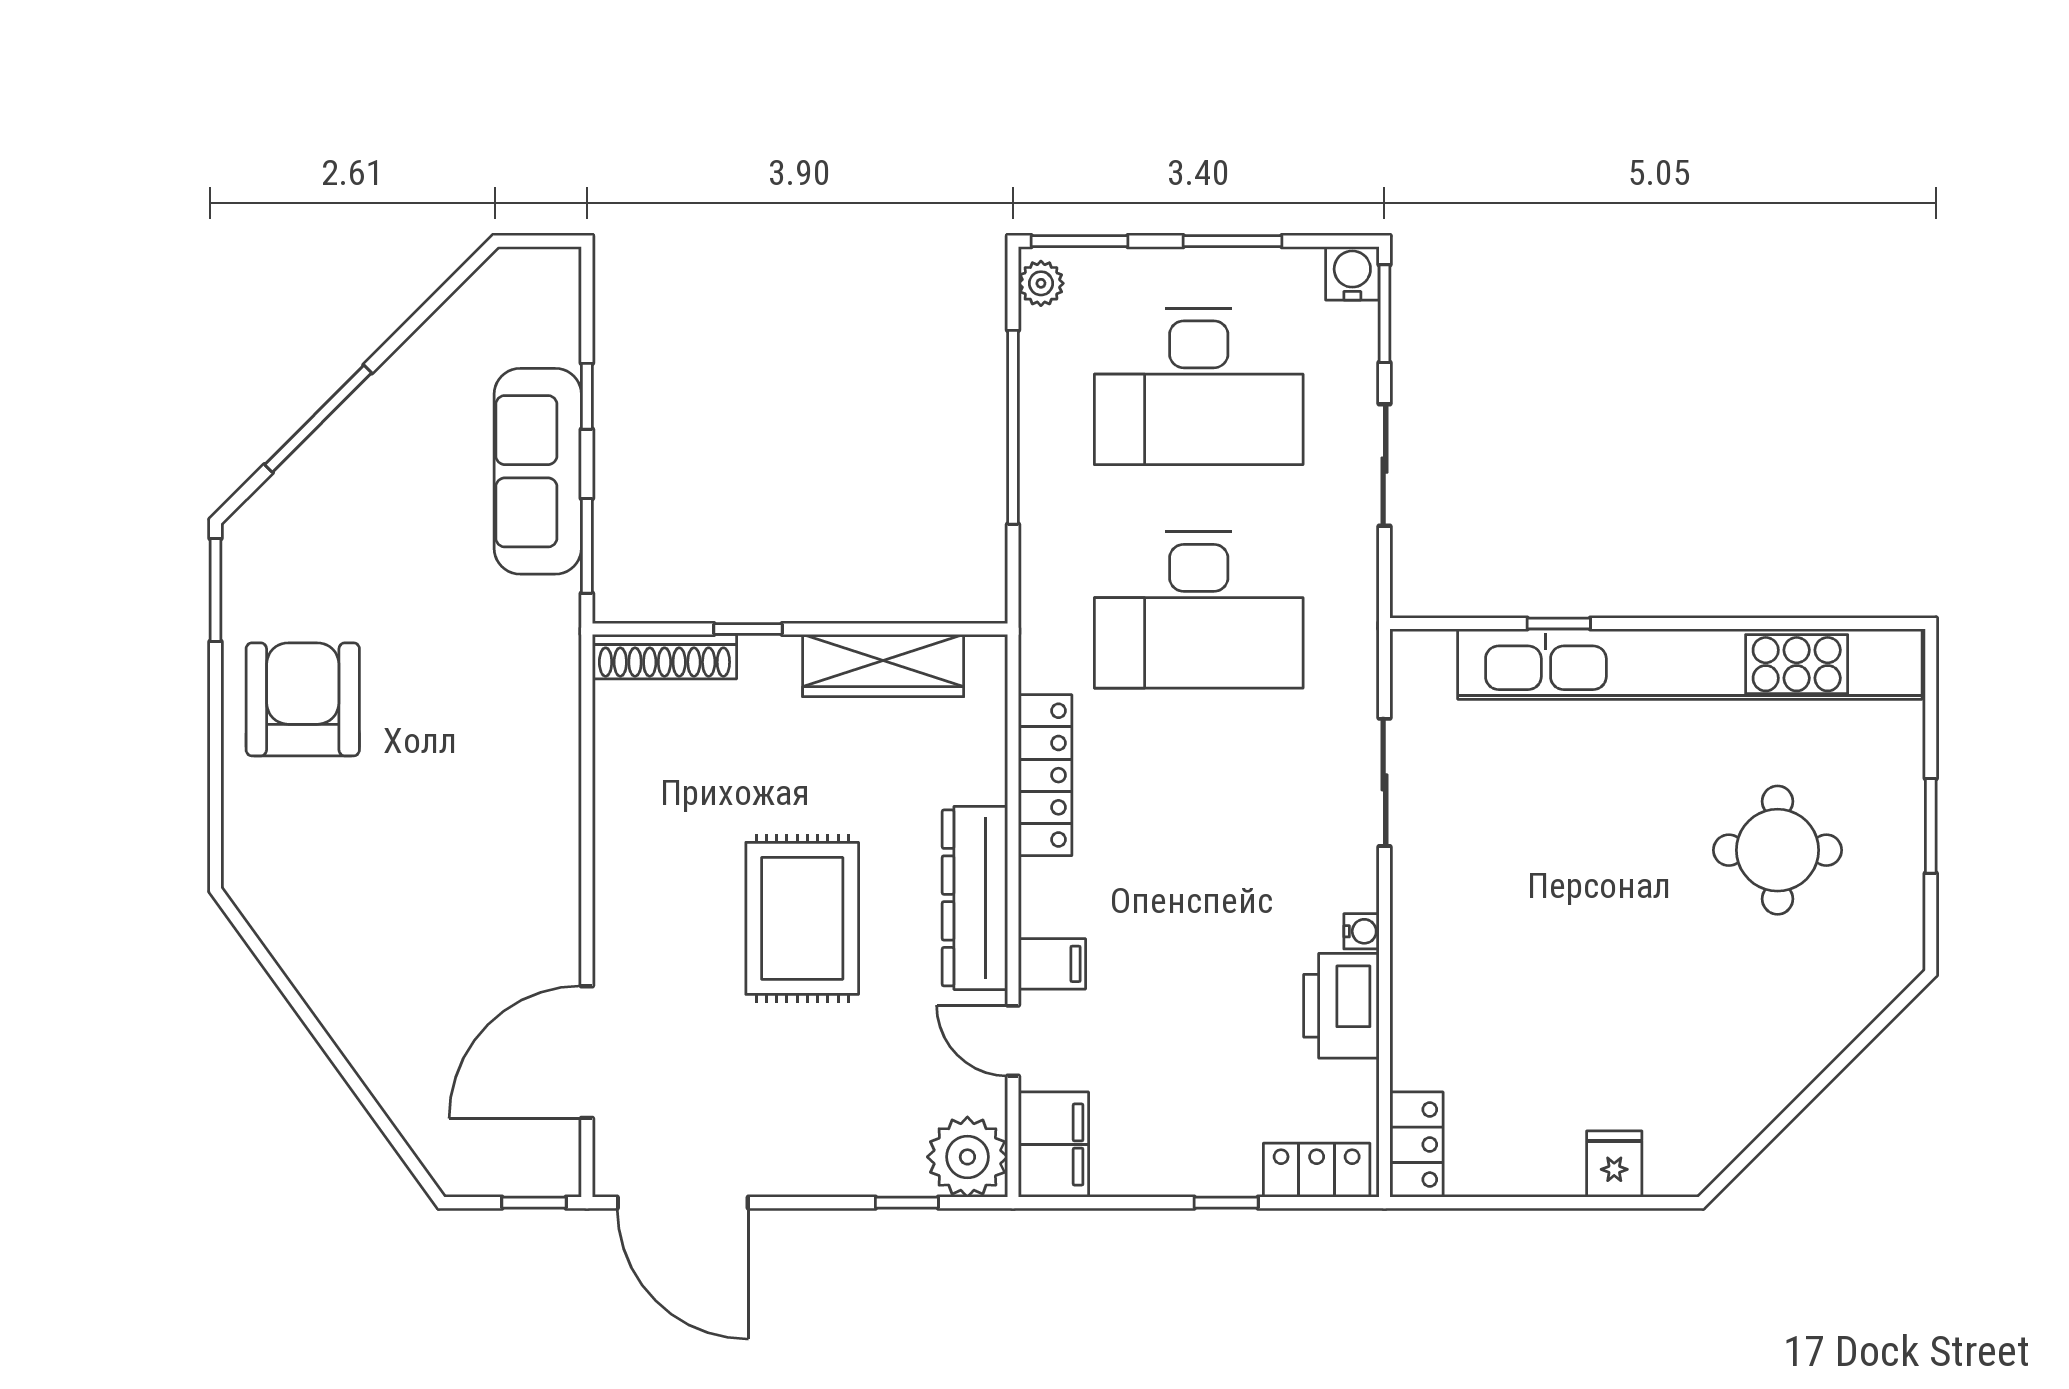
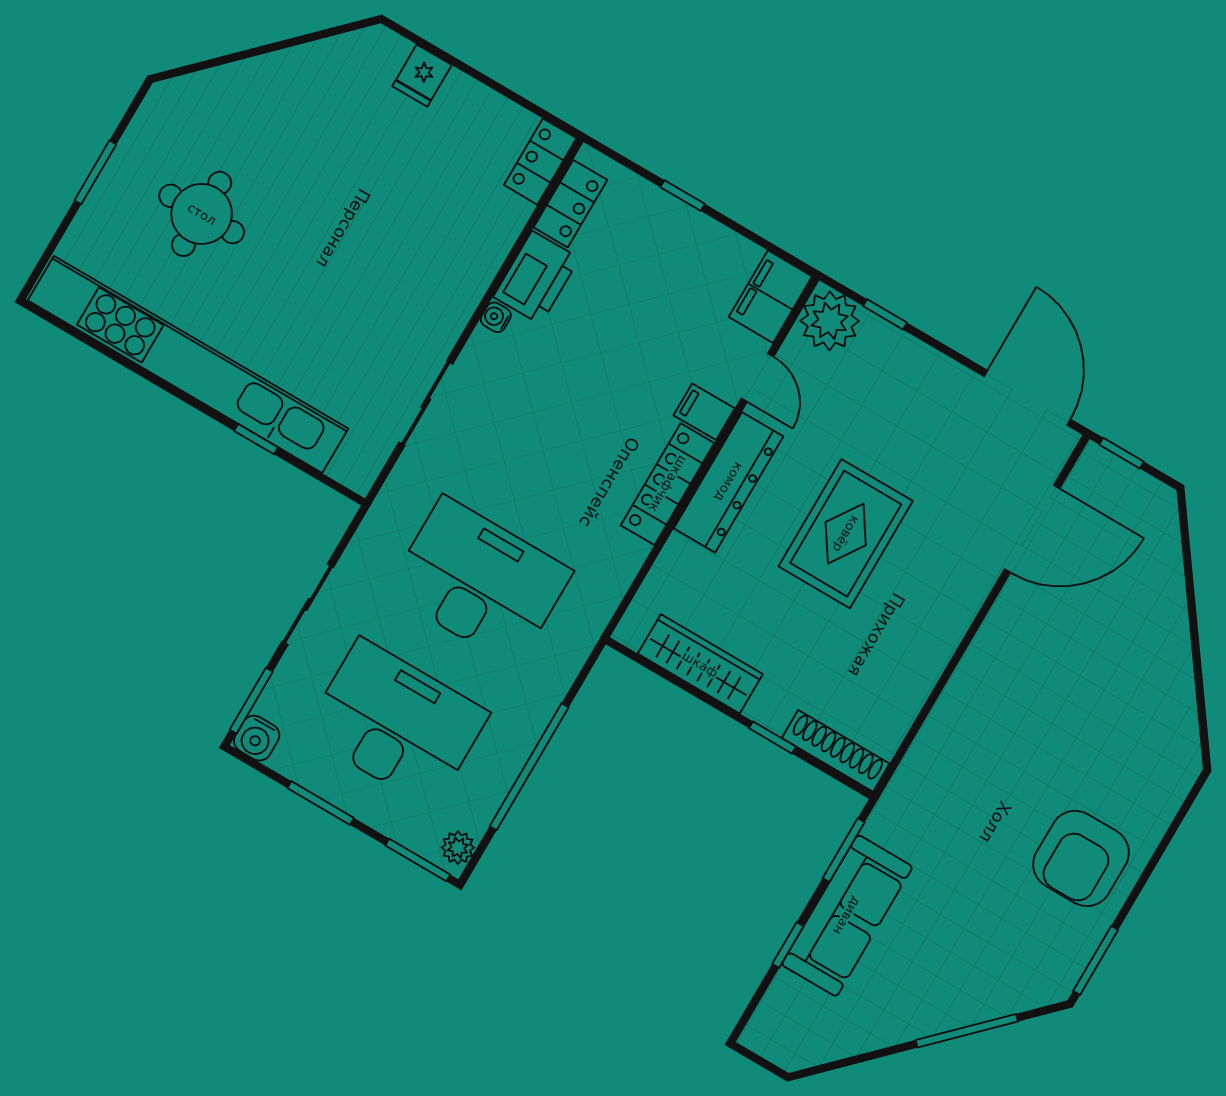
locker: (1045, 775) -> (668, 484), moved
locker: (1317, 1170) -> (570, 204), moved, turned -90

